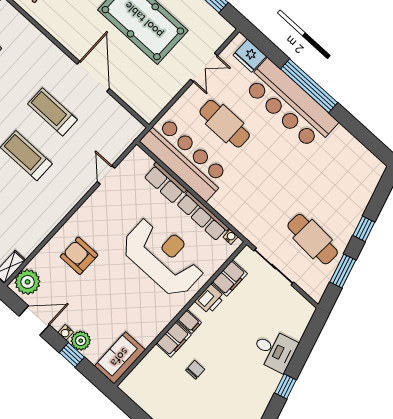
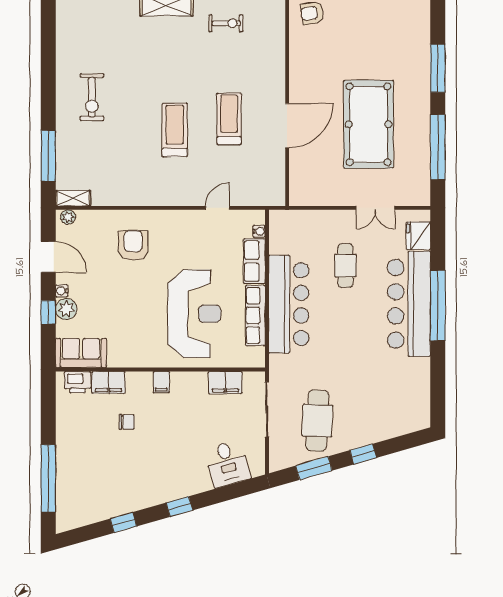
cafe table: (225, 124) -> (345, 266), width x0.73, depth x0.74
bar counter: (185, 158) -> (289, 304), moved
water cooler: (231, 237) -> (259, 231), moved
plant: (28, 282) -> (68, 217), width x0.53, depth x0.53
printer: (210, 299) -> (78, 382), moved
filing cabinet: (173, 339) -> (109, 382), moved
desk: (274, 350) -> (227, 464), moved

